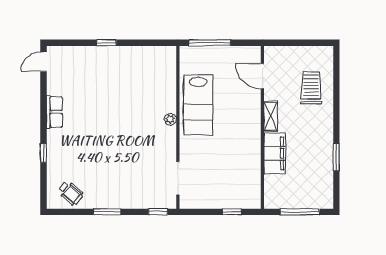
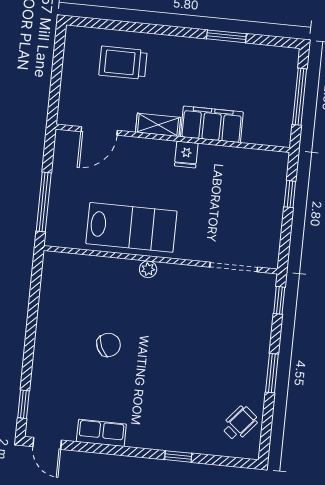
window: (106, 43) -> (24, 404), moved
chair: (116, 97) -> (109, 345), added
row of seats: (54, 112) -> (101, 433), moved
fridge: (252, 138) -> (186, 155), added

